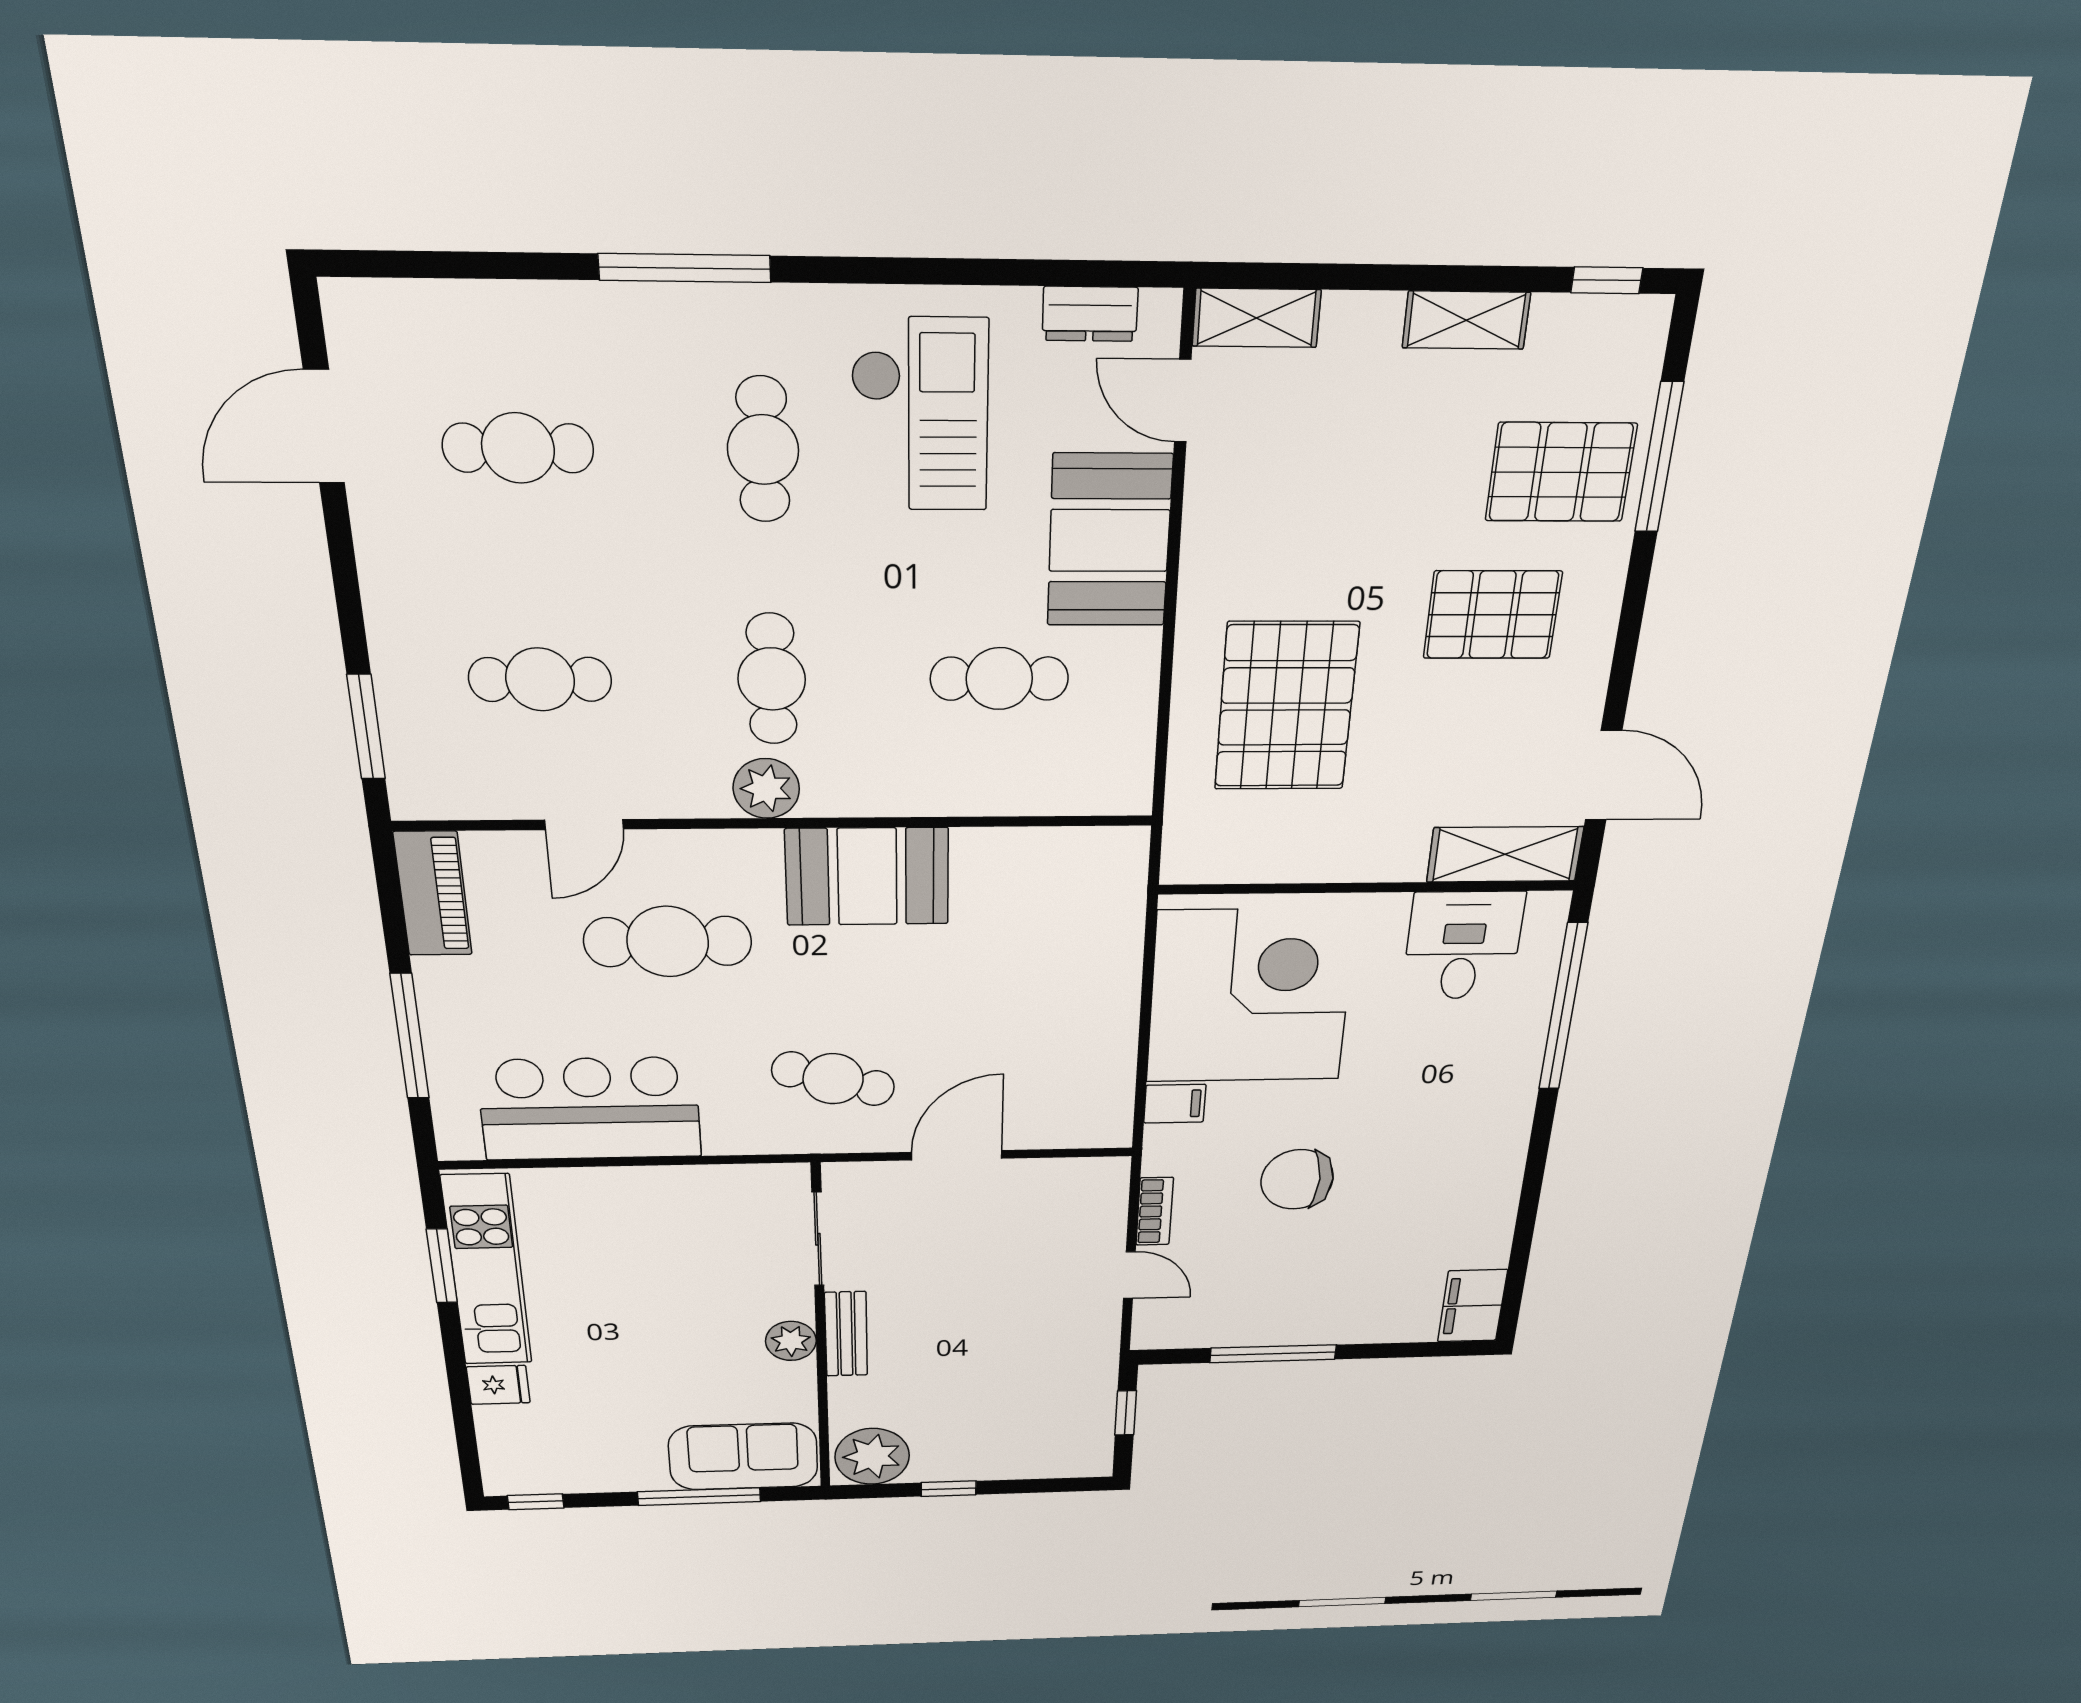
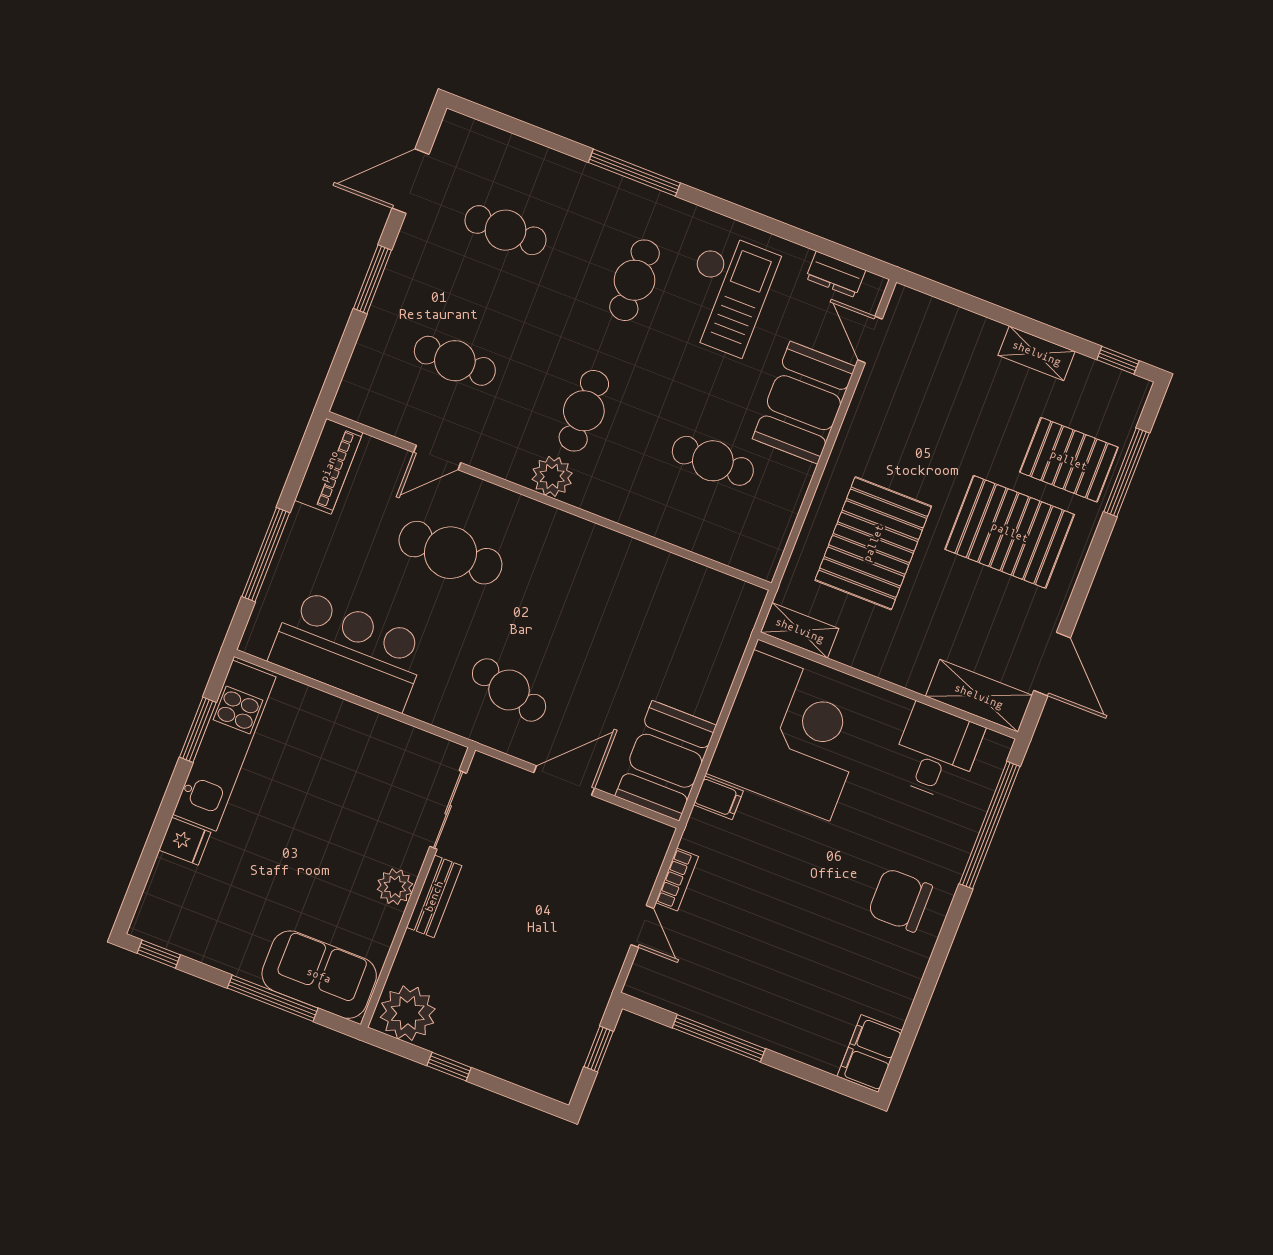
shelving: (1256, 318) -> (800, 630), moved
pallet: (1493, 615) -> (1010, 532), width x1.37, depth x1.41
window: (366, 727) -> (373, 279), moved
booth: (867, 877) -> (666, 761), moved, turned 90
chair: (1297, 1179) -> (900, 900), moved

